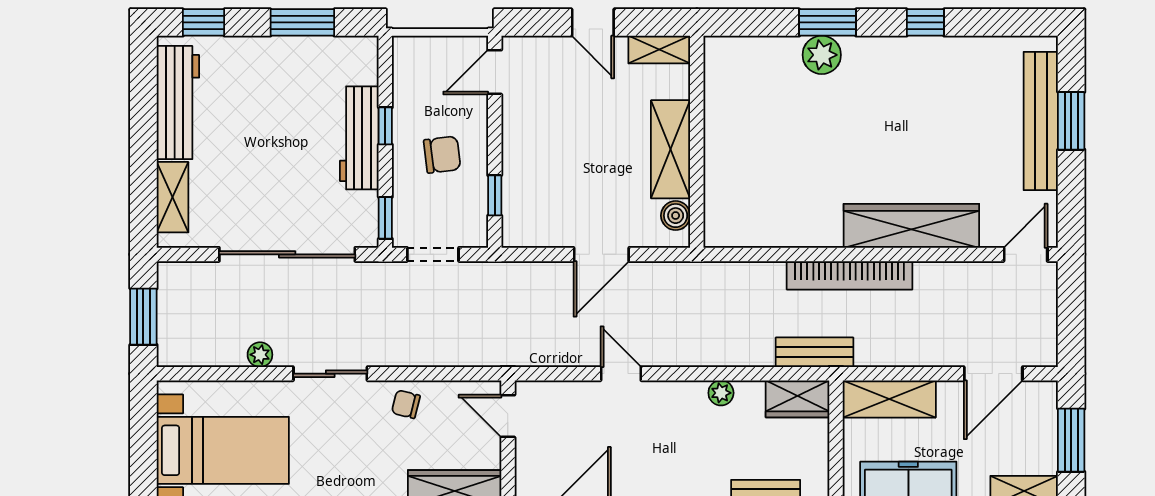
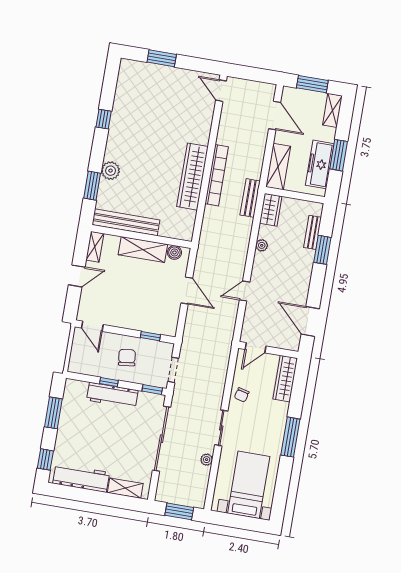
window: (828, 22) -> (92, 186), moved
bench: (1041, 121) -> (126, 222), moved
wardrobe: (911, 226) -> (192, 177), moved

